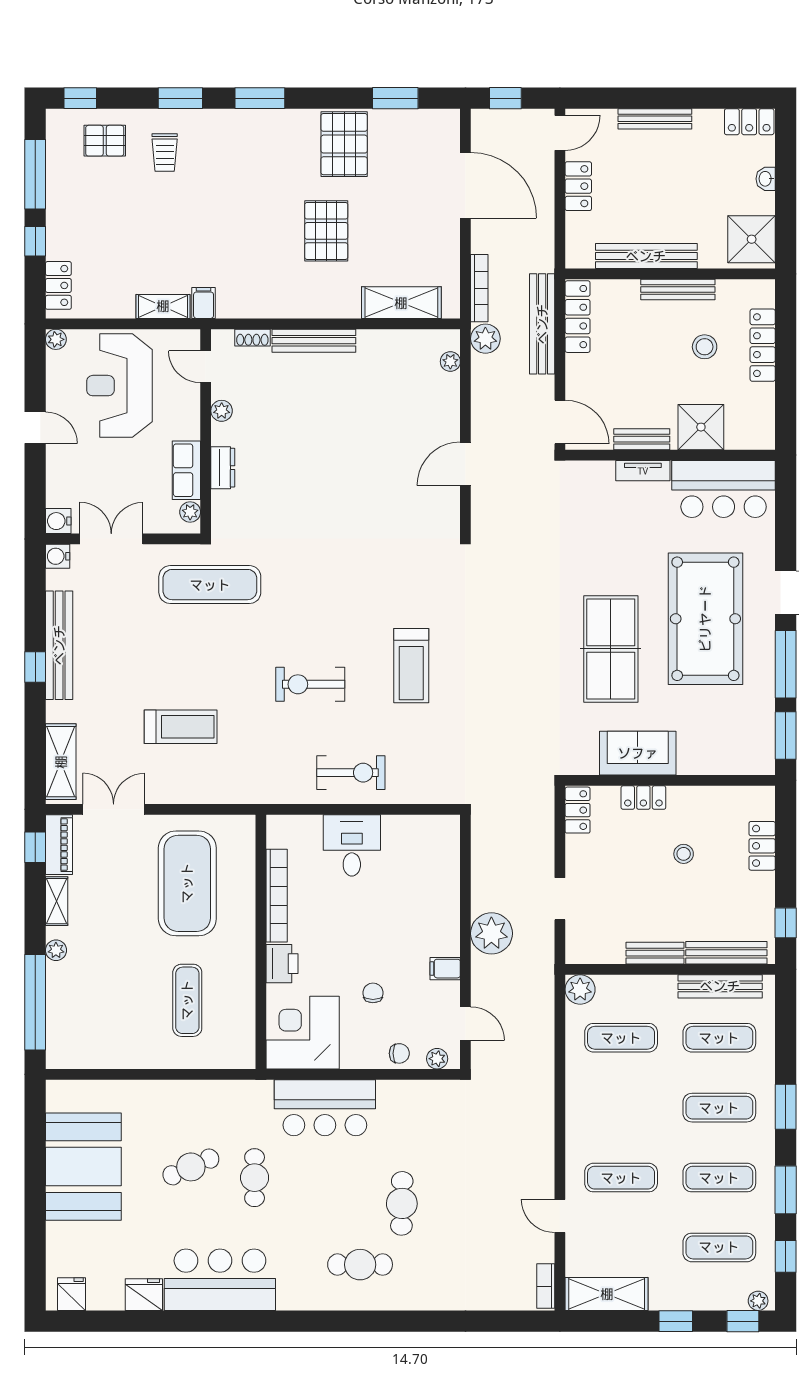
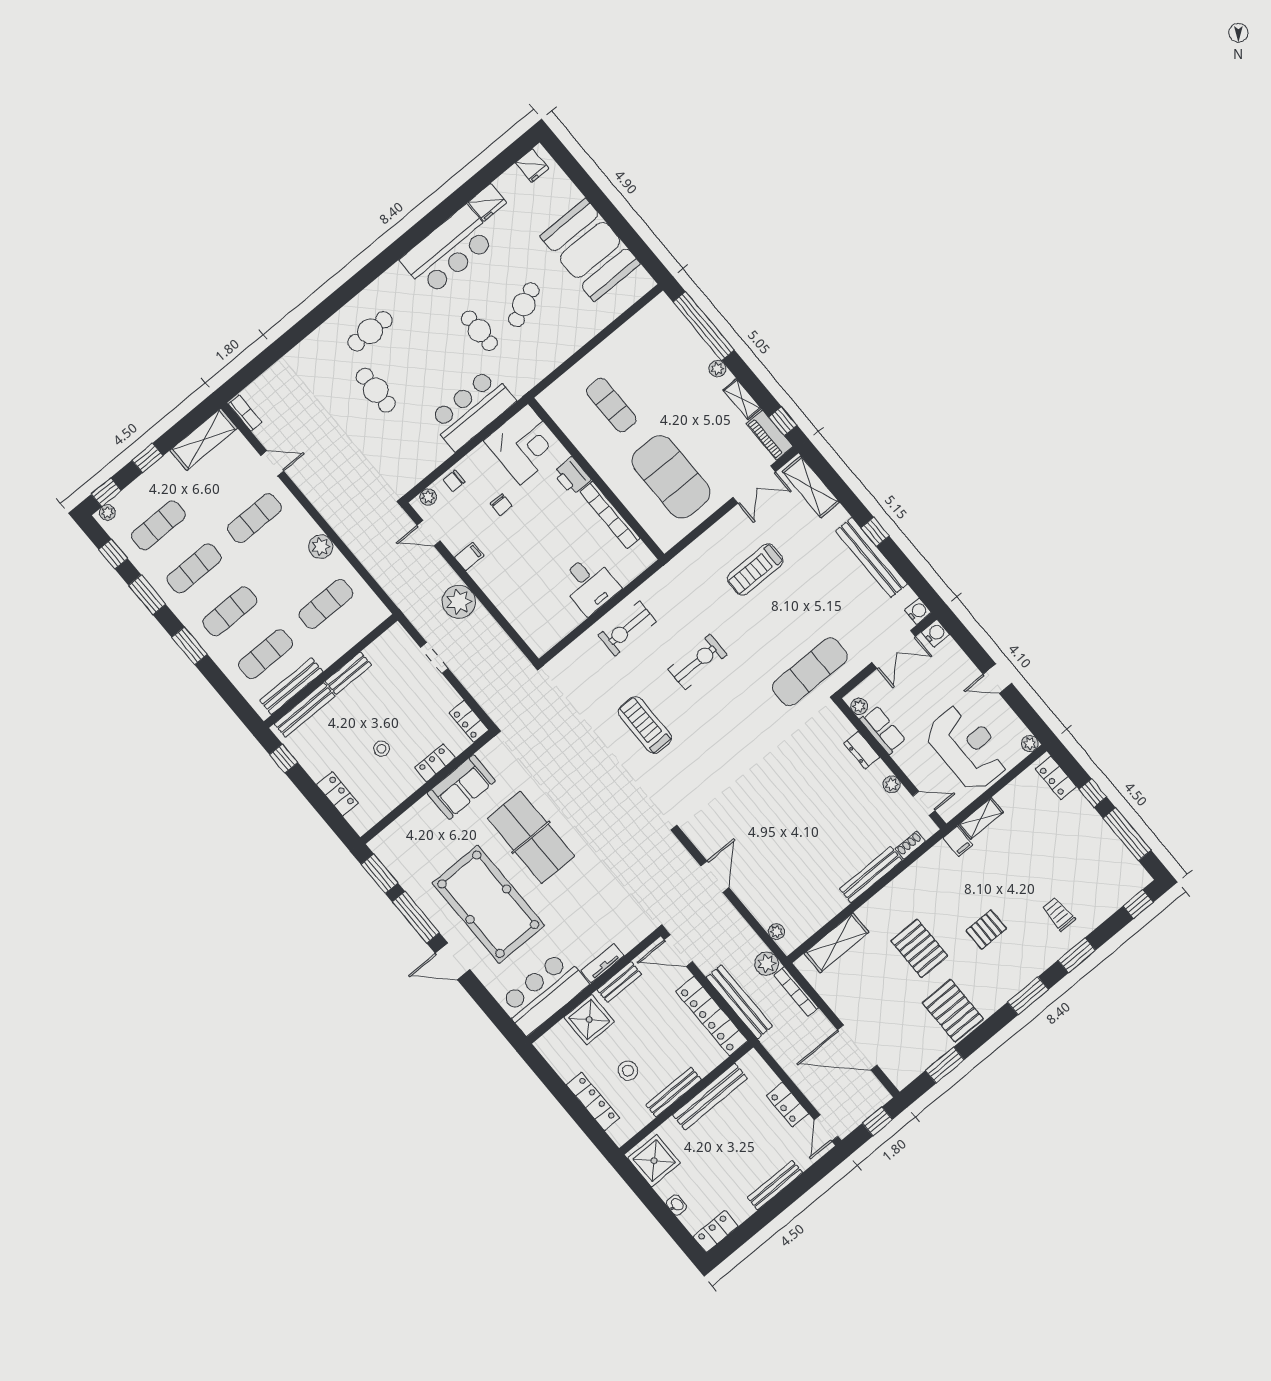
pallet: (105, 141) -> (986, 930), moved
locker: (578, 317) -> (712, 1016), width x1.41, depth x1.21
plant: (580, 989) -> (321, 547), moved

